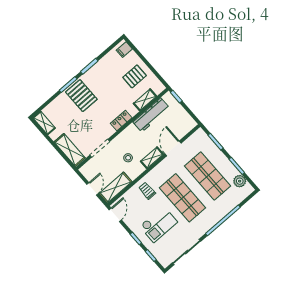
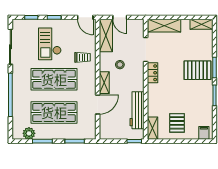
shelving: (145, 100) -> (152, 128), moved
locker: (121, 121) -> (153, 73), moved
door: (173, 148) -> (98, 105), hinge flipped

